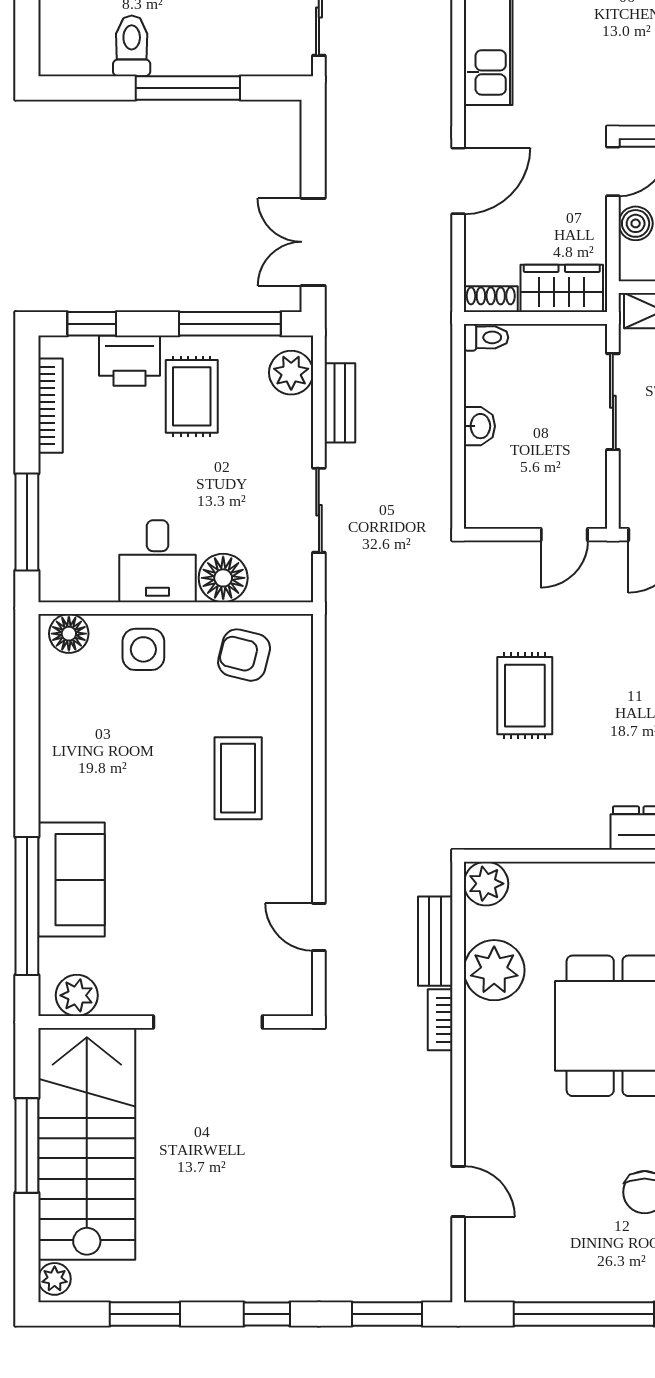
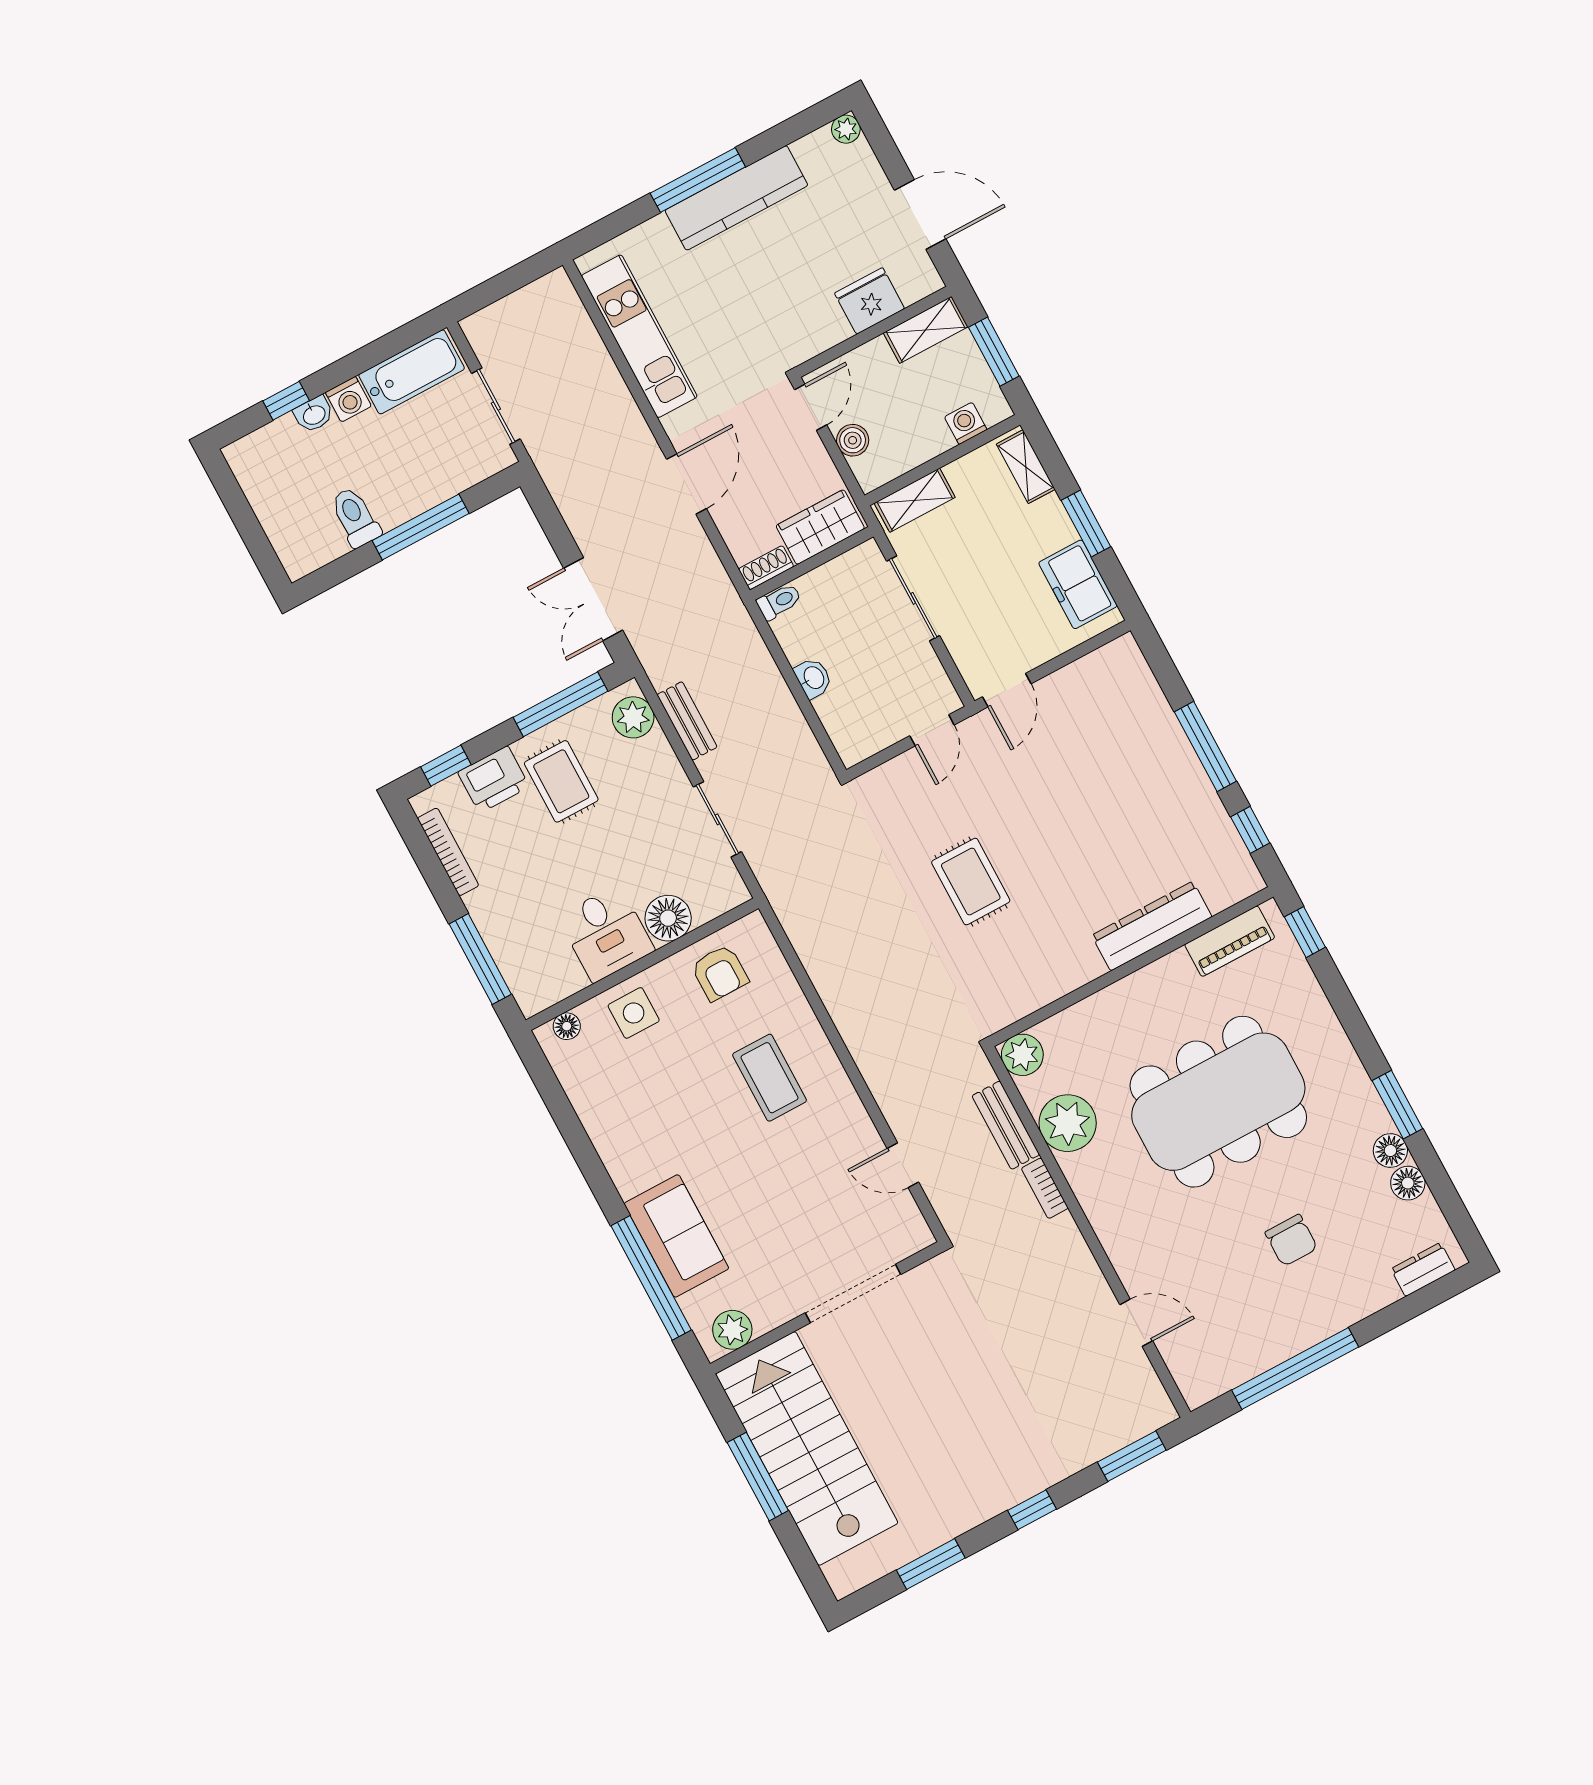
floor lamp: (69, 634) -> (567, 1026), width x0.73, depth x0.73
armchair: (244, 655) -> (720, 973), turned -104
plant: (55, 1279) -> (840, 1575), removed

